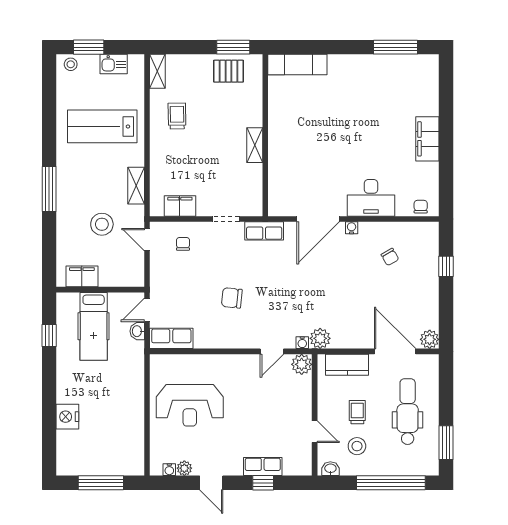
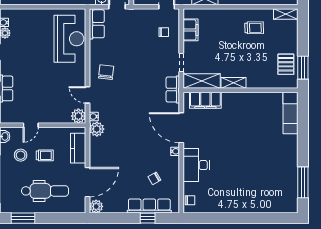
filing cabinet: (427, 139) -> (205, 100), moved, turned 180
shelving: (252, 190) -> (202, 81), added
row of seats: (429, 264) -> (149, 206), added
chair: (232, 298) -> (106, 72), moved
reception desk: (190, 405) -> (69, 39), moved, turned 180

